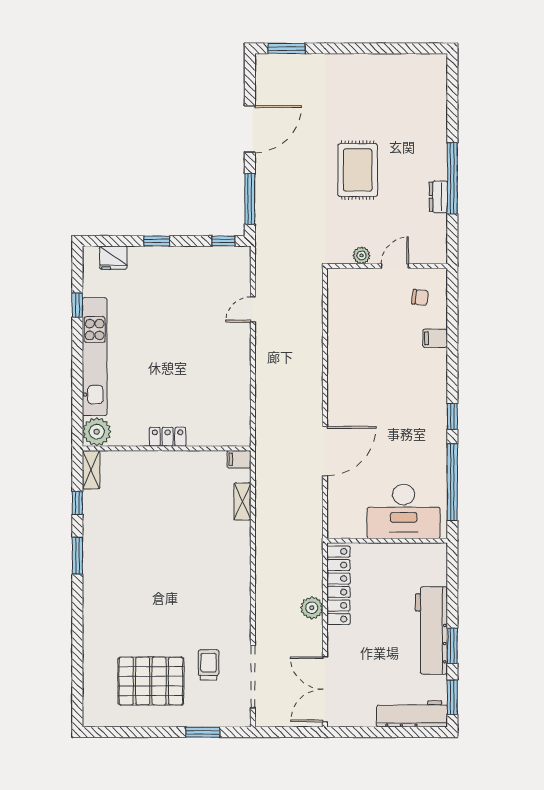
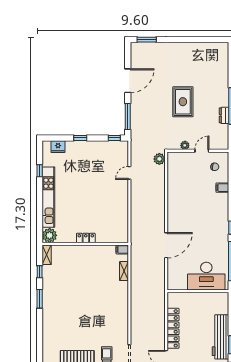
locker: (338, 585) -> (173, 328), moved
plant: (312, 608) -> (159, 159), moved

